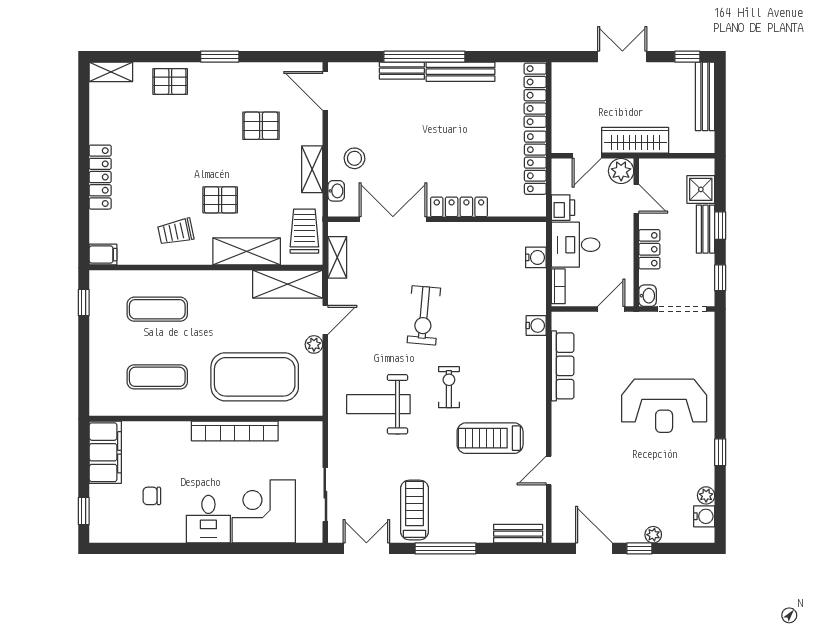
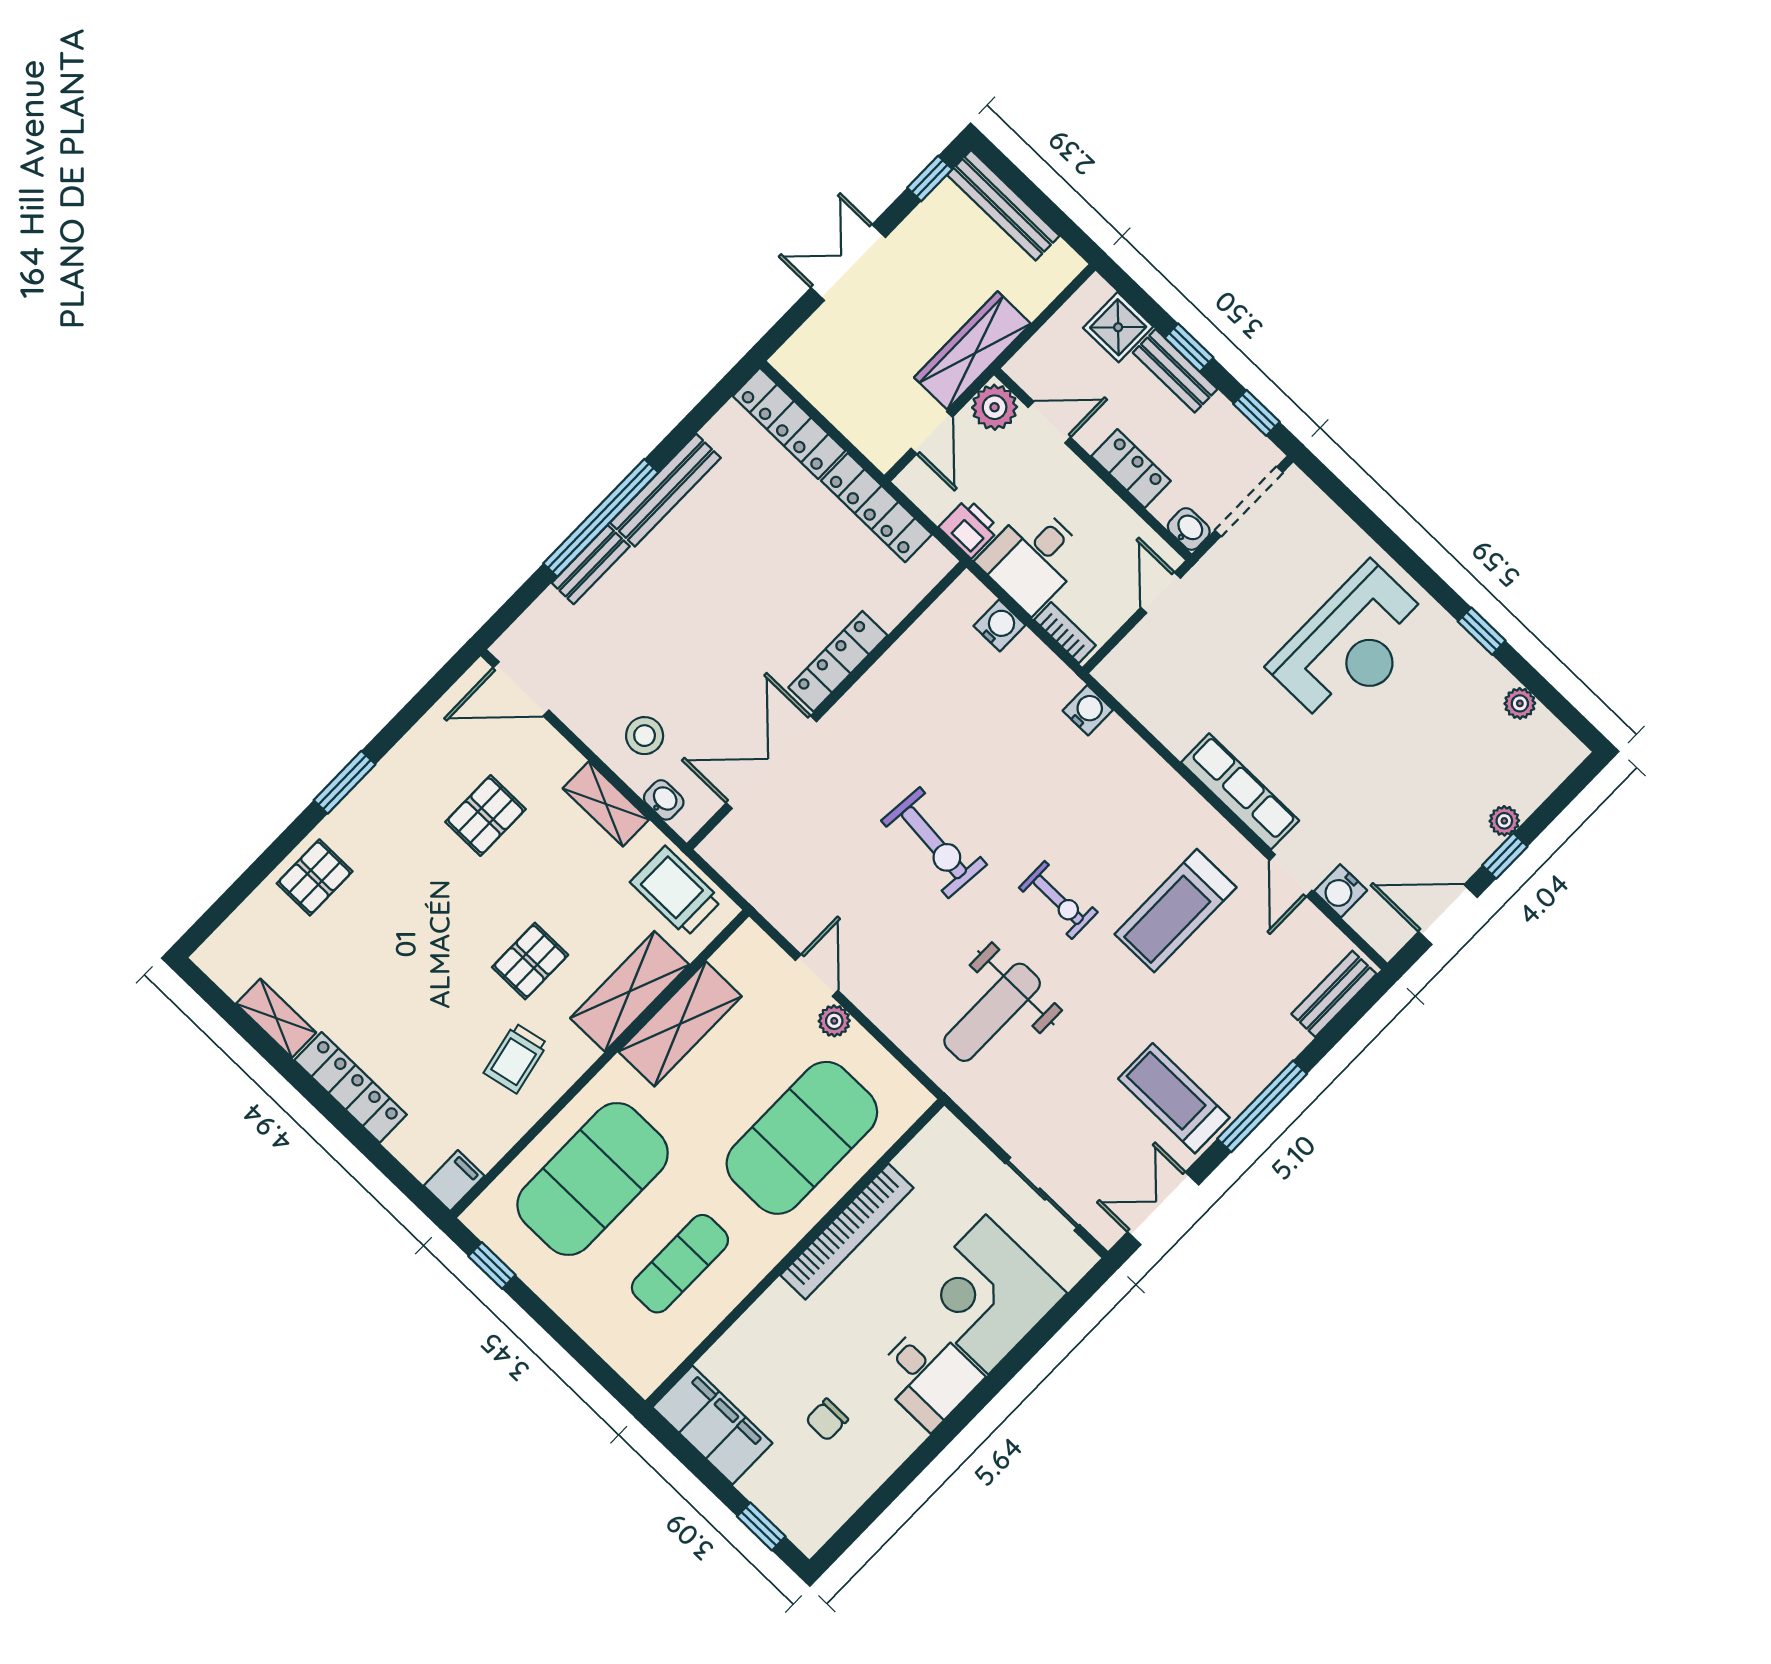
shelving: (111, 72) -> (276, 1018), moved, turned 90
shelving: (337, 257) -> (751, 882), removed
shelving: (288, 284) -> (680, 1024), moved
exercise mat: (157, 309) -> (593, 1179), width x2.00, depth x1.45
row of seats: (563, 366) -> (1240, 791), moved
exercise bike: (449, 387) -> (1058, 900), turned 180
water cooler: (704, 516) -> (1341, 891), moved, turned 180

